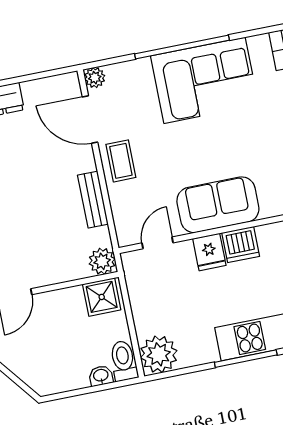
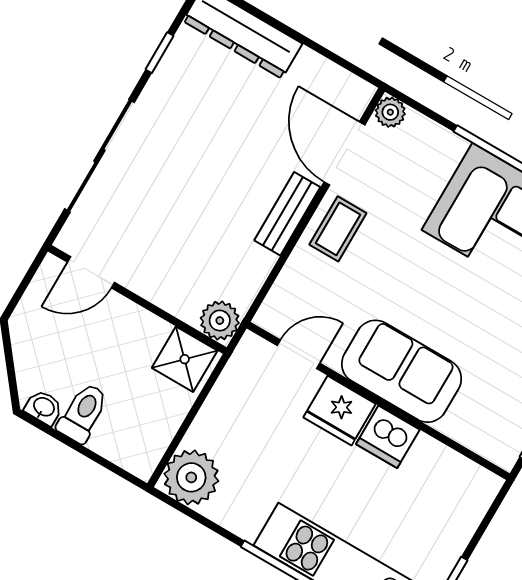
bench: (93, 200) -> (287, 214), moved
fridge: (209, 252) -> (340, 411), width x1.38
toilet: (123, 361) -> (83, 413), moved
washbasin: (101, 376) -> (44, 407), moved

